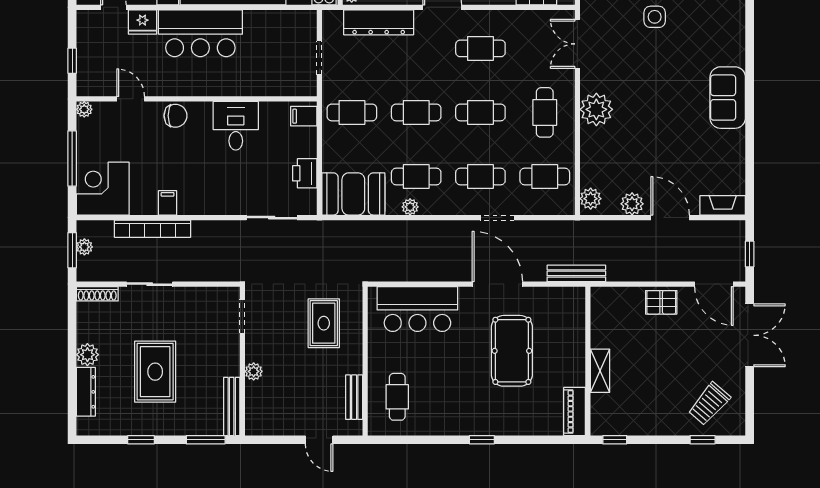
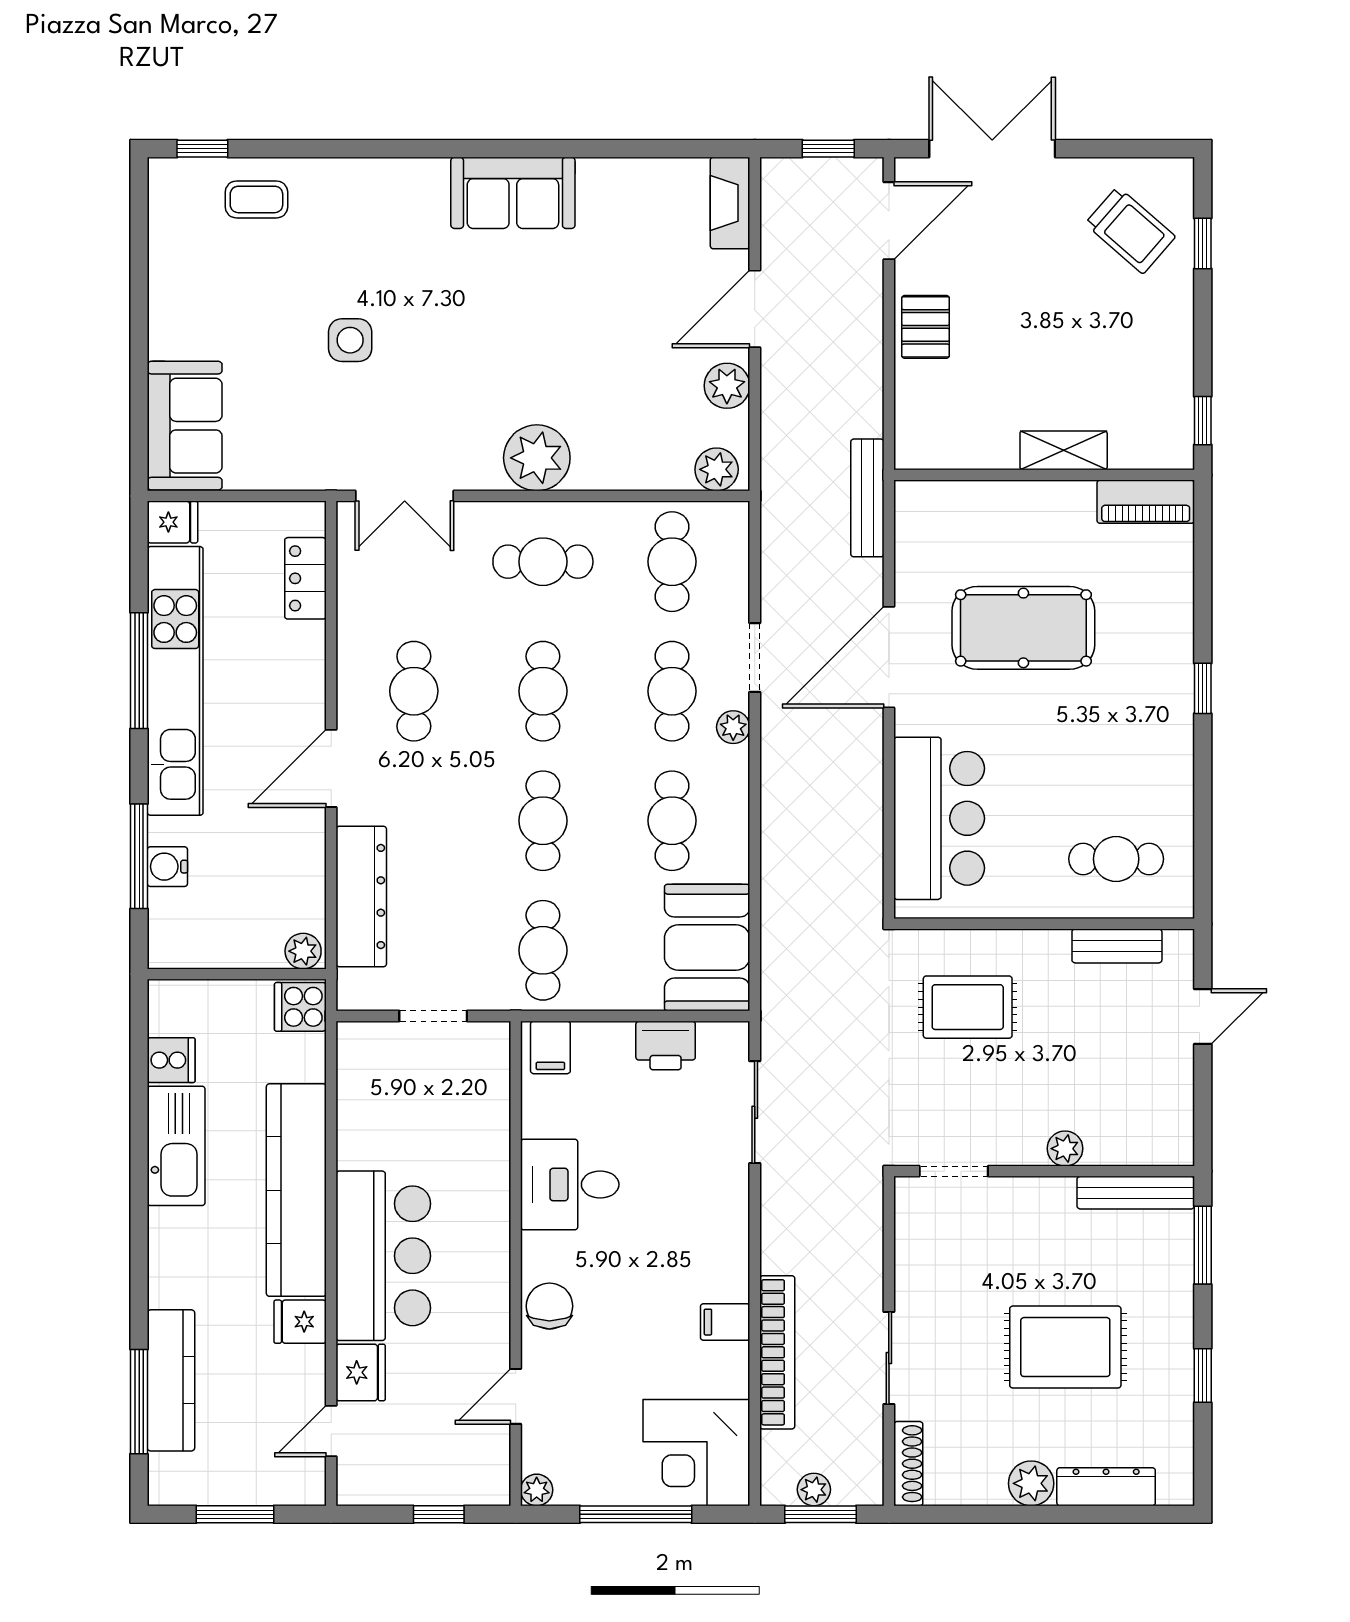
plant: (410, 207) -> (733, 727), moved

